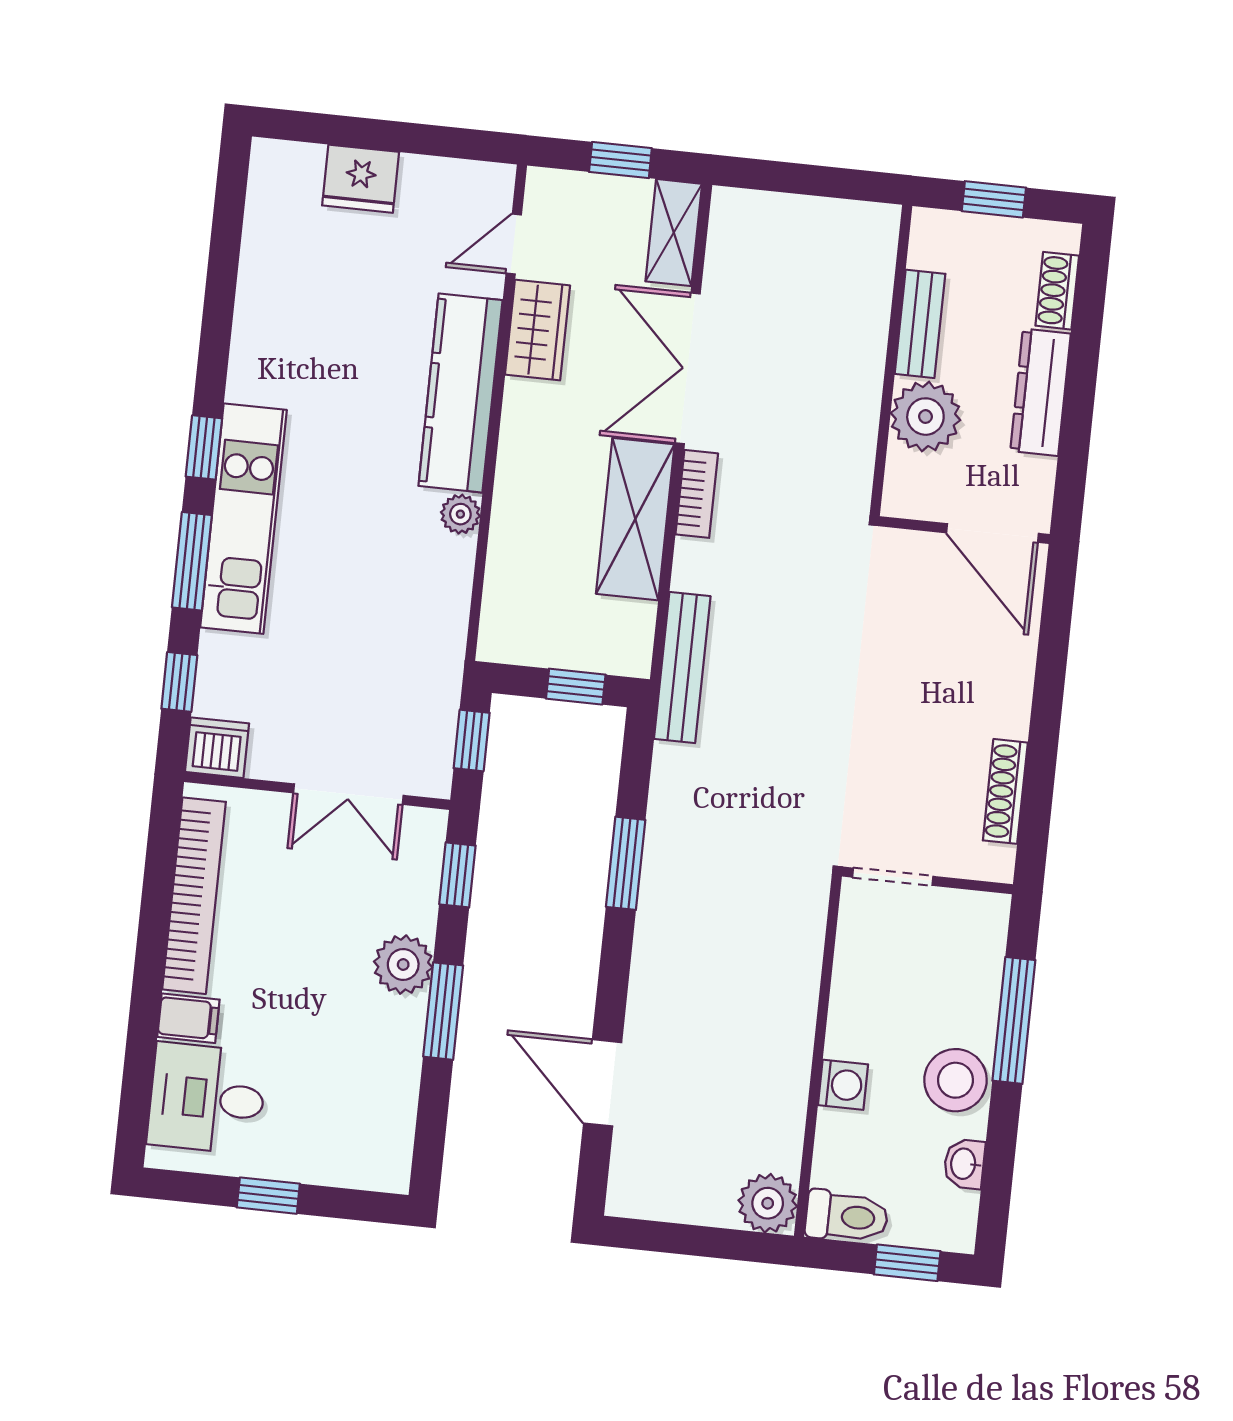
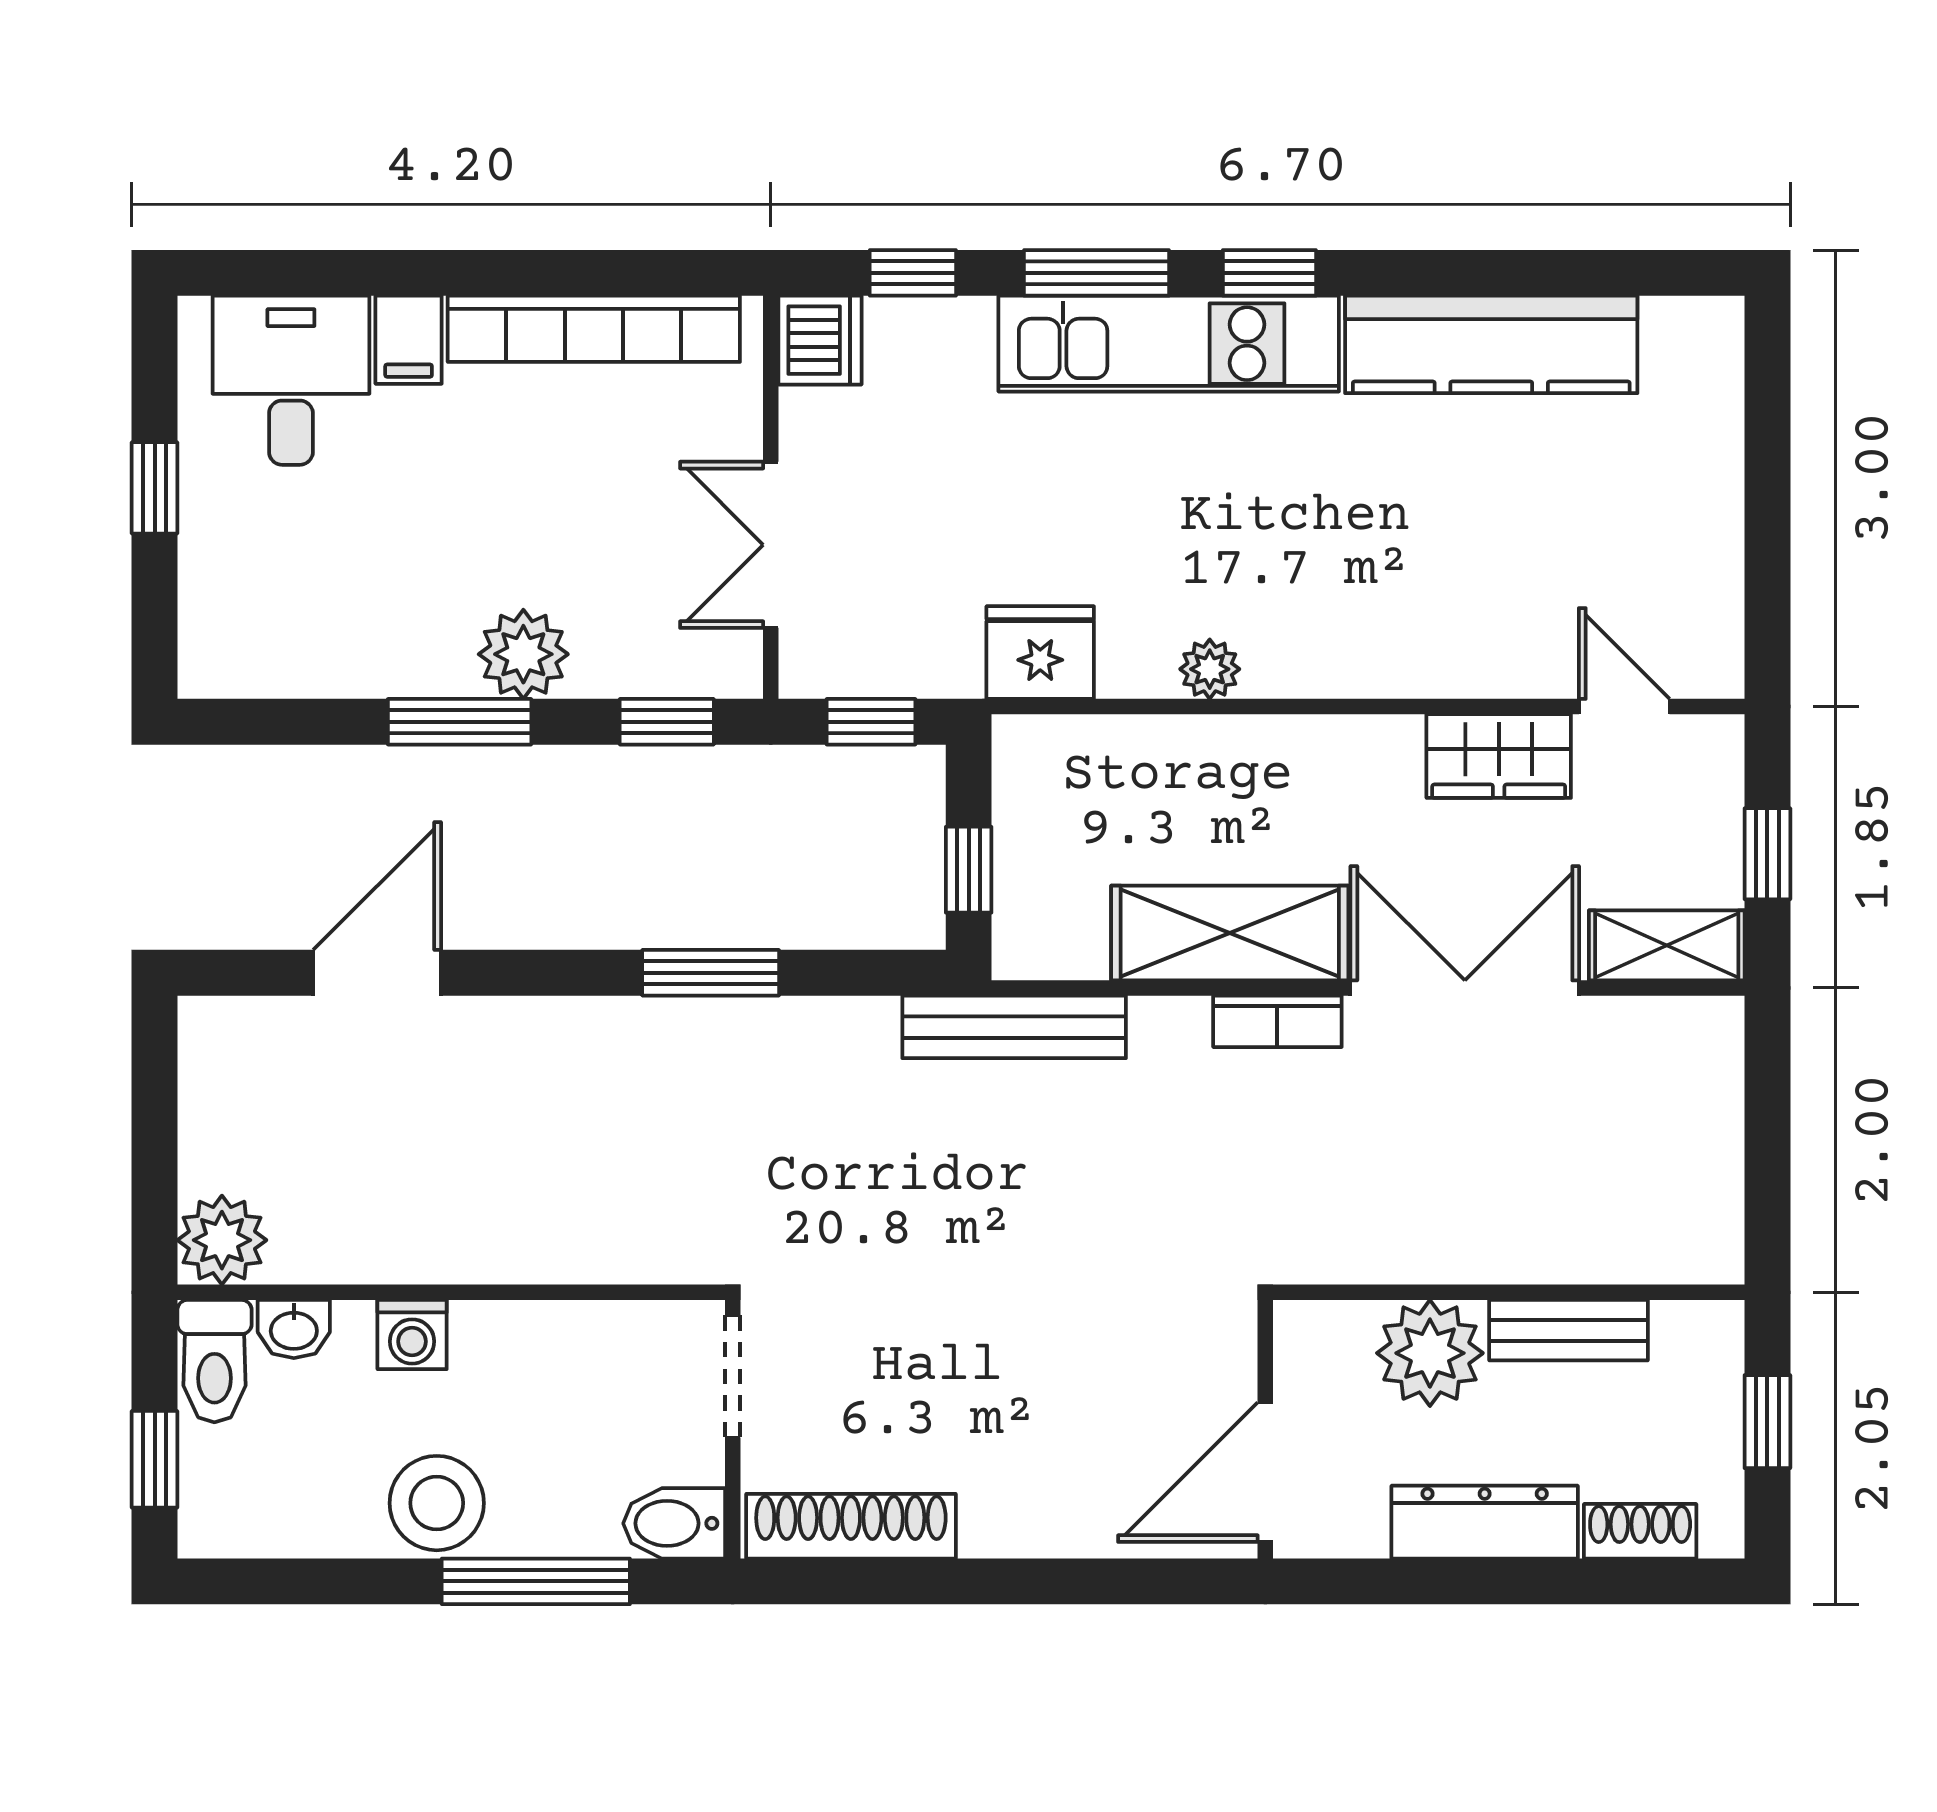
fridge: (361, 179) -> (1040, 653), moved, turned 90
kitchen counter: (461, 393) -> (1491, 344), moved, turned 180
shoe rack: (1005, 791) -> (851, 1526), width x1.36, depth x1.24
bidet: (985, 925) -> (674, 1523), added
washbasin: (964, 1164) -> (294, 1329), moved, turned 180

